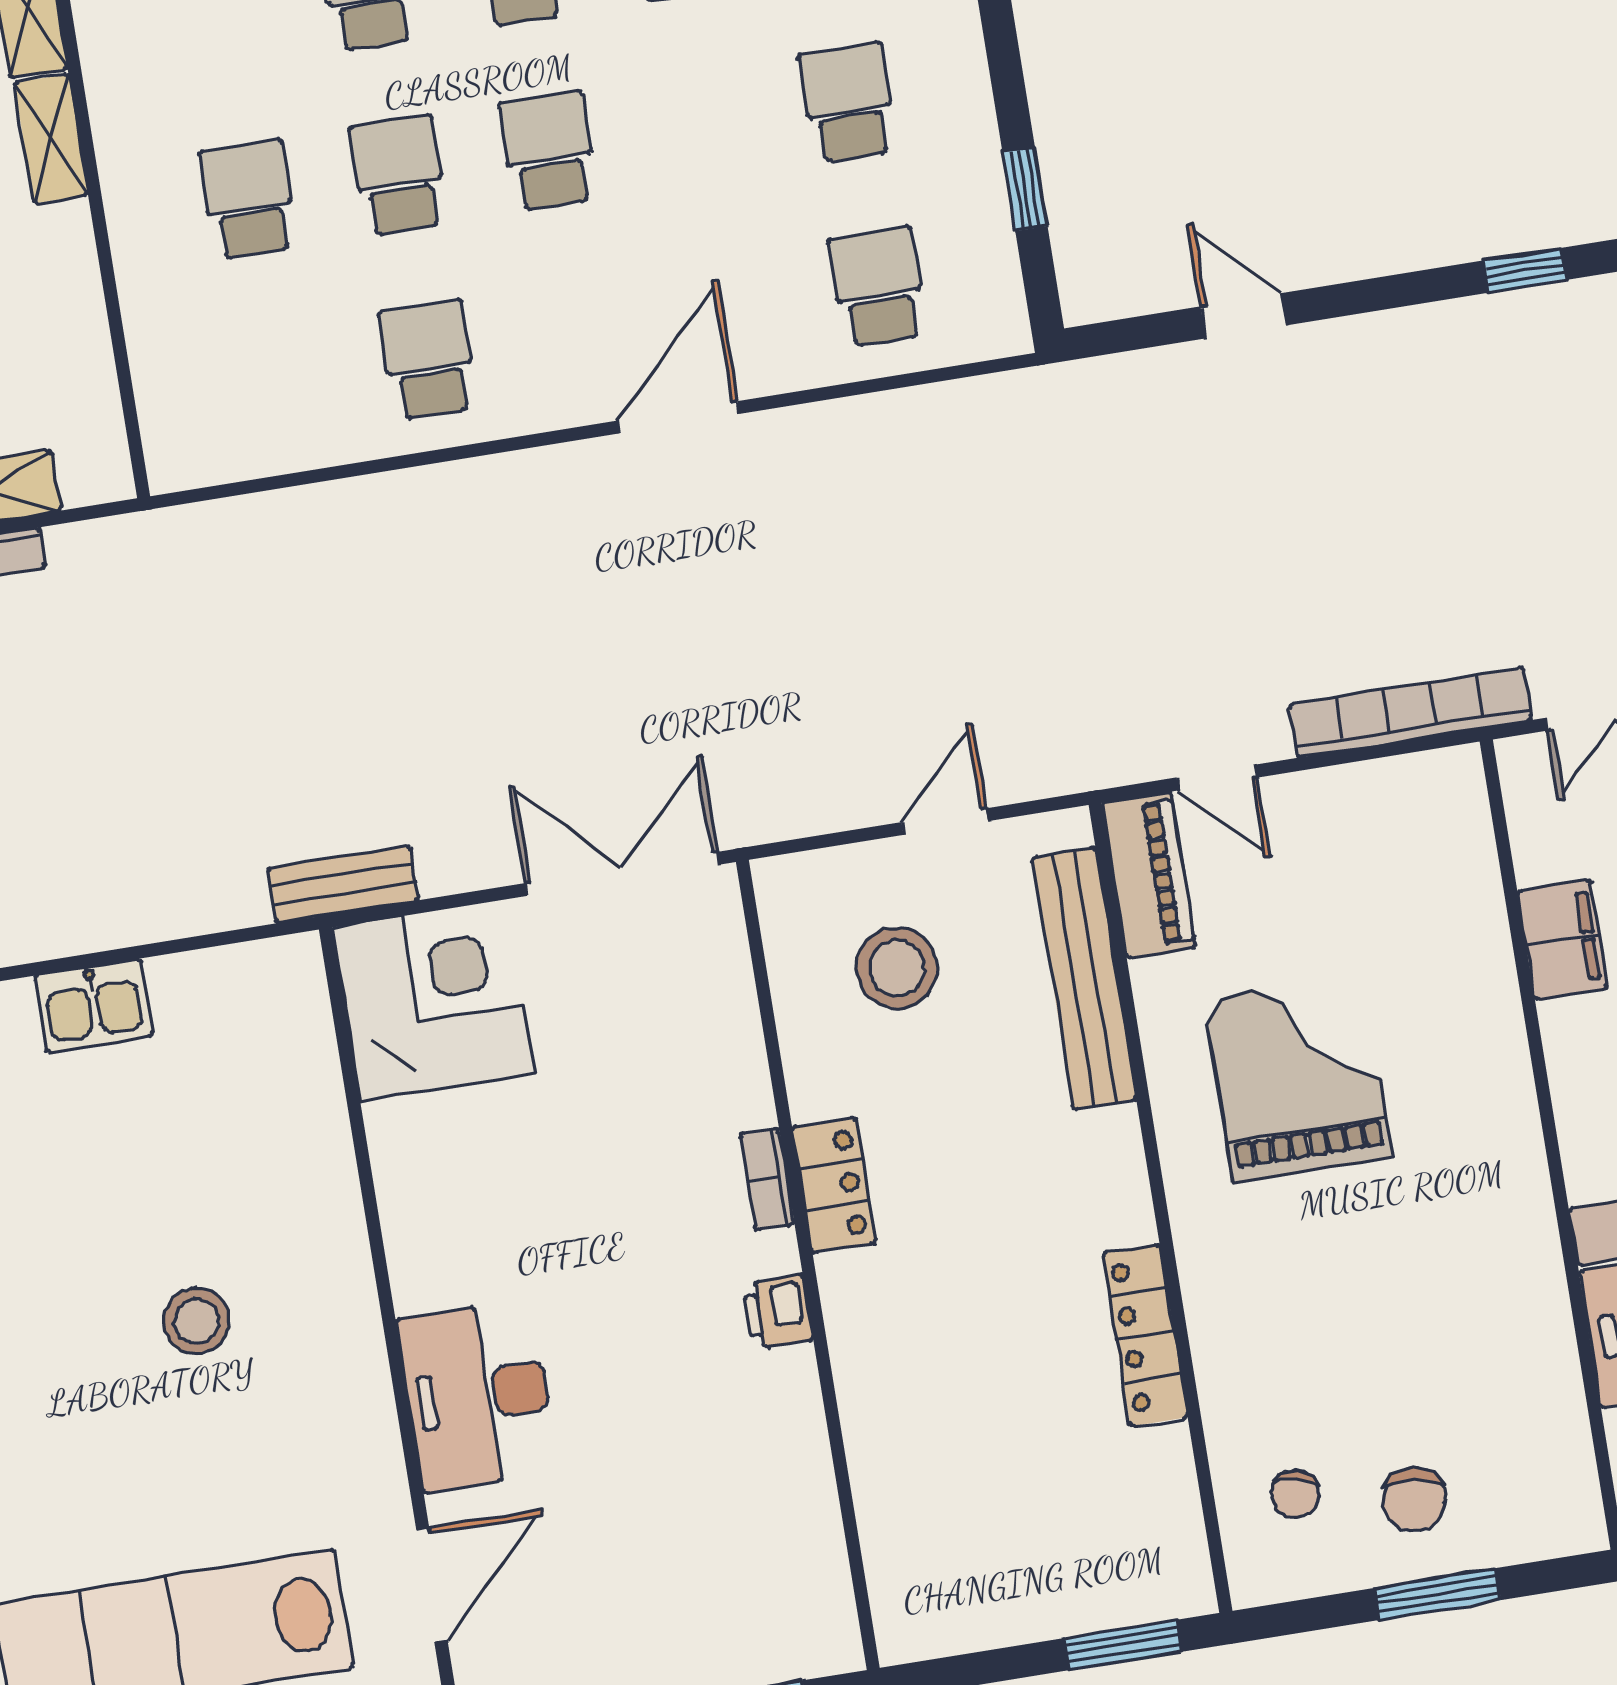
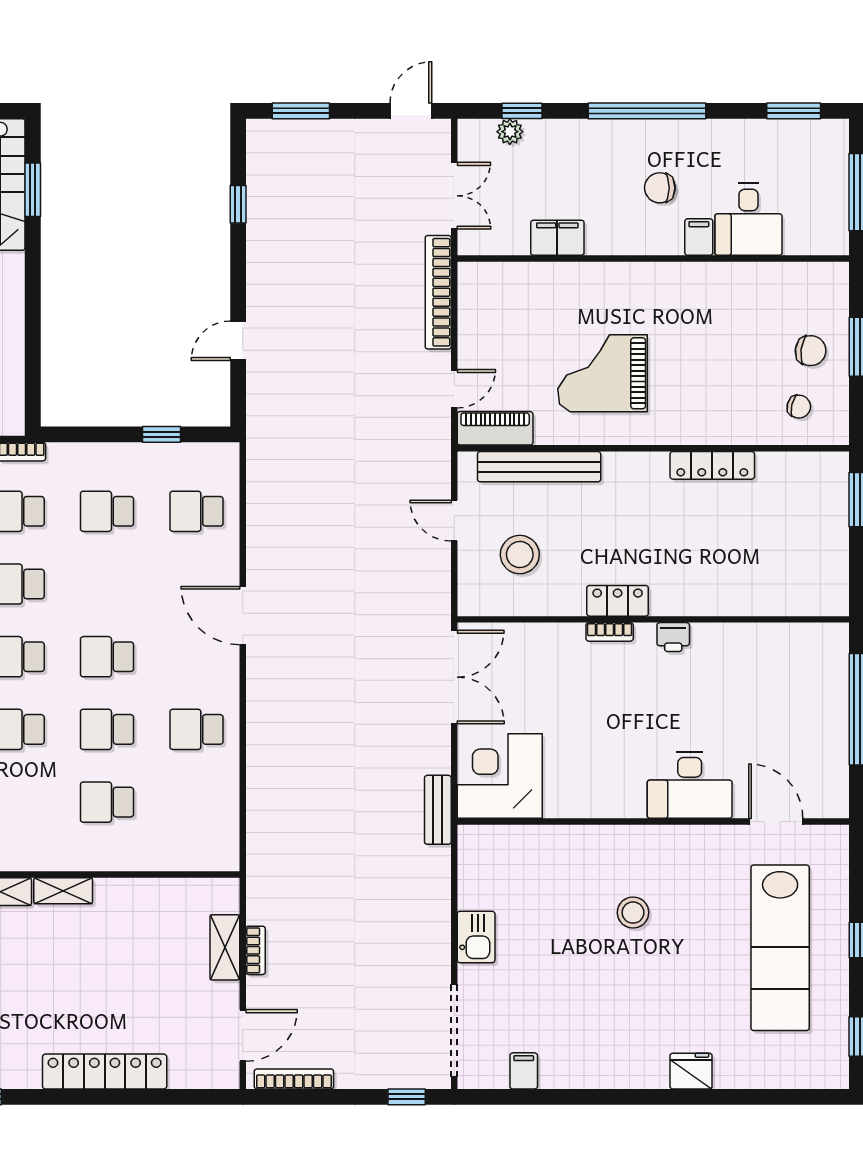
double door: (622, 874) -> (454, 677), swing flipped

